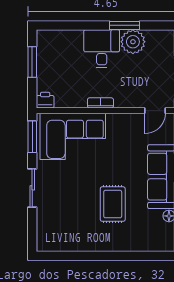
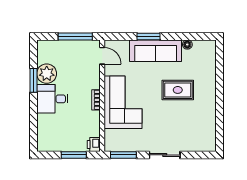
window: (32, 62) -> (74, 155), moved
corner sofa: (73, 136) -> (123, 102), moved

